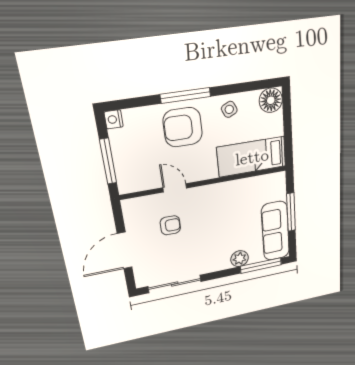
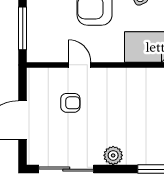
plant: (240, 259) -> (113, 155), moved

